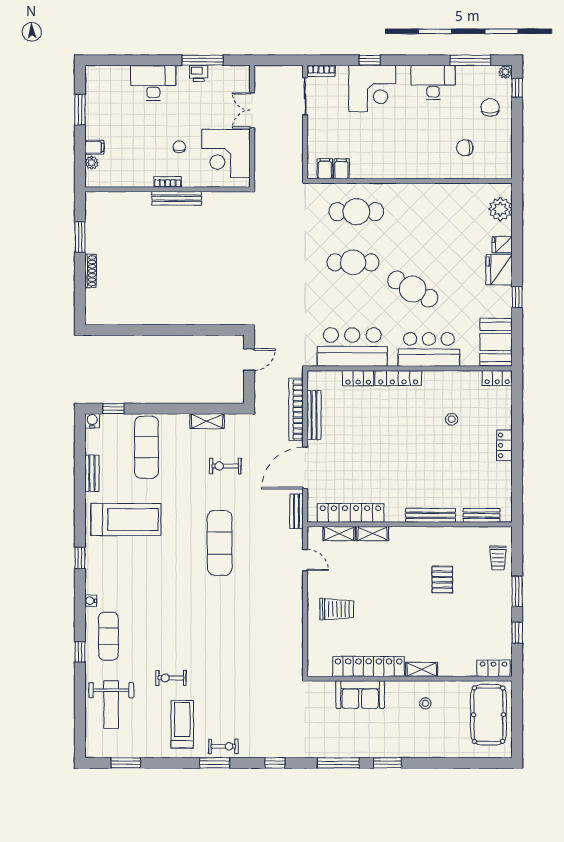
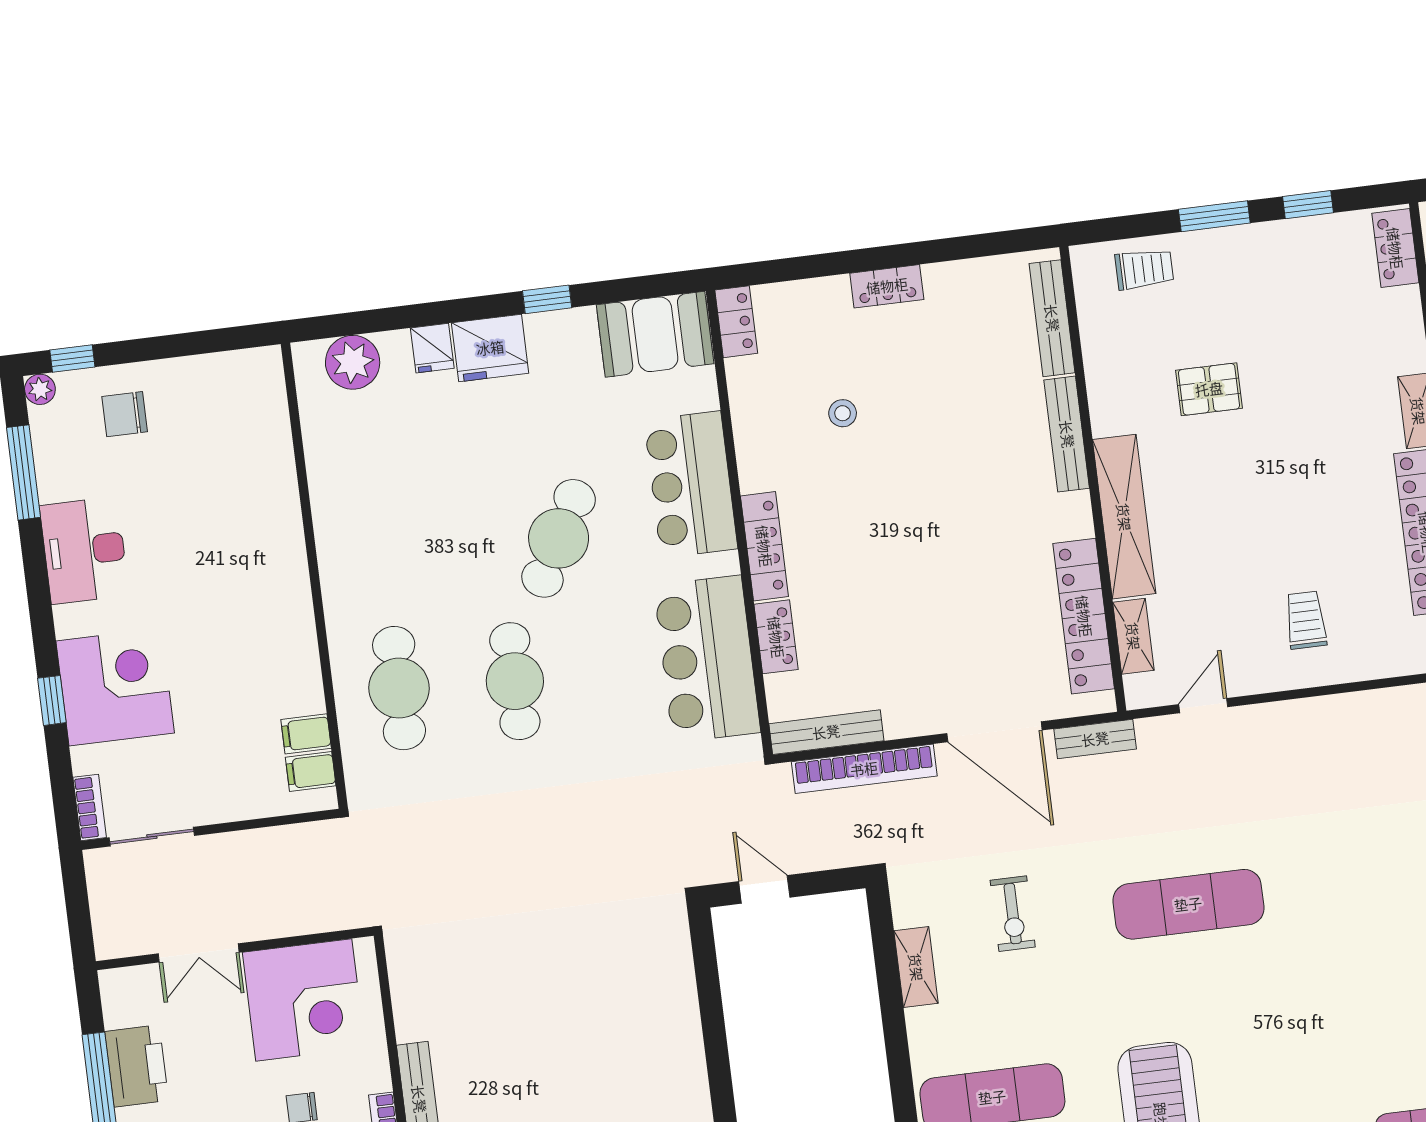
printer: (199, 73) -> (137, 1066), width x1.87, depth x1.48
chair: (465, 148) -> (223, 460), removed
bench: (314, 415) -> (826, 732), moved
bench: (482, 515) -> (1052, 318), width x1.36
shelving: (372, 534) -> (1124, 517), width x2.20, depth x1.33
trolley: (337, 609) -> (1306, 620), width x0.73, depth x0.72

